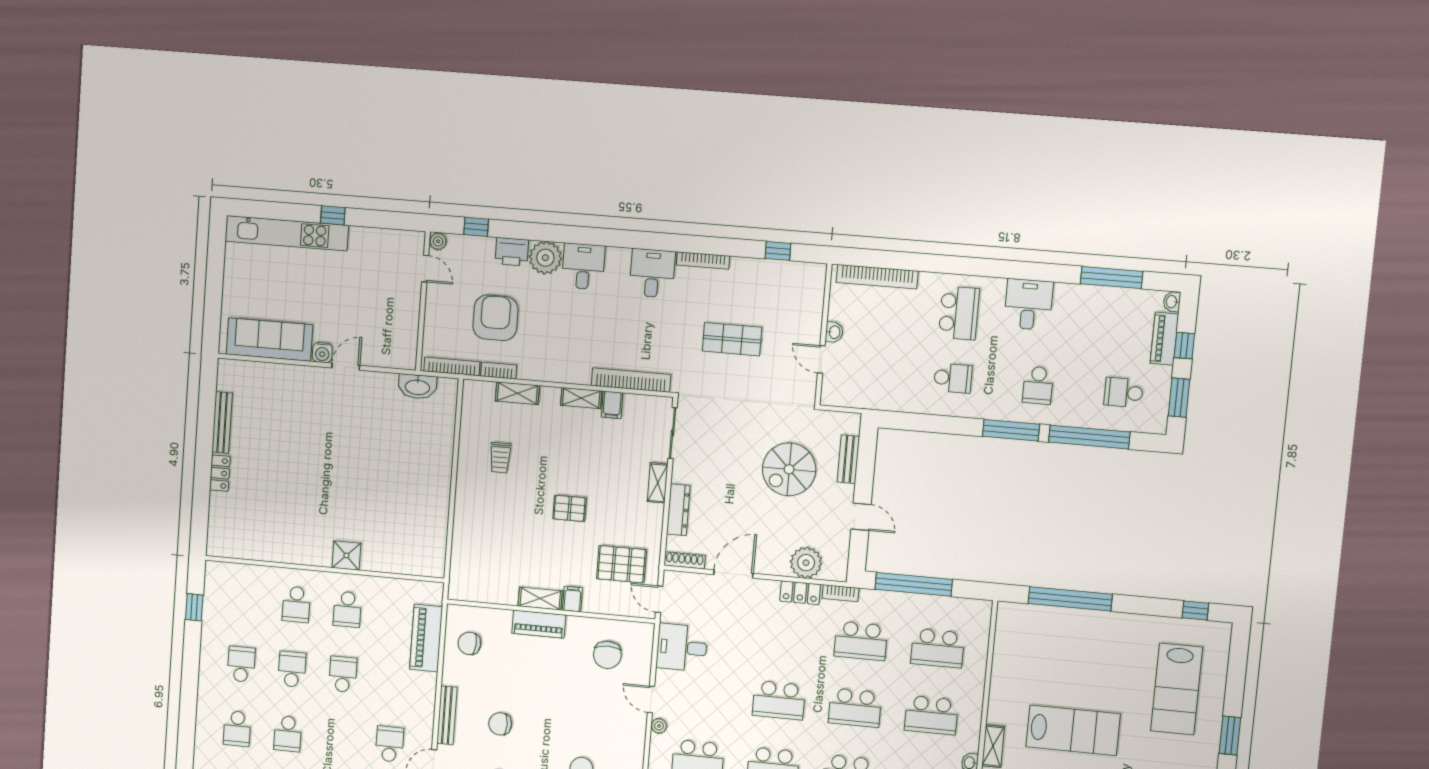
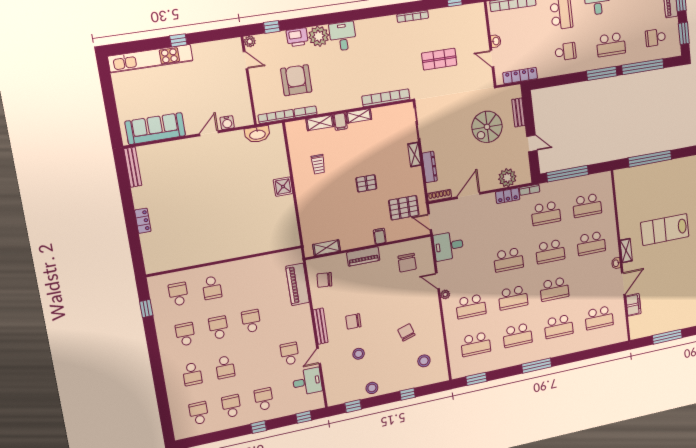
desk: (652, 273) -> (385, 31), removed
water cooler: (322, 353) -> (227, 123), moved
school desk: (1038, 385) -> (611, 45), width x1.85
locker: (864, 399) -> (520, 76), added
filing cabinet: (612, 405) -> (340, 122), moved
bench: (222, 423) -> (133, 167), moved
shower: (346, 555) -> (283, 187), moved
shelving: (540, 599) -> (327, 248), moved
school desk: (347, 609) -> (178, 294), moved, turned 180
lab bench: (1073, 730) -> (665, 230), turned 180

